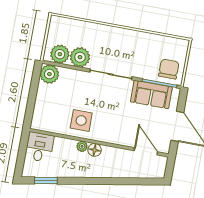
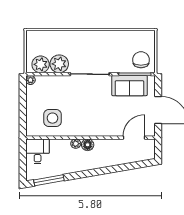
plant: (49, 74) -> (30, 80), width x0.53, depth x0.53
side table: (81, 120) -> (52, 118), moved
door: (146, 151) -> (134, 138), hinge flipped
window: (46, 180) -> (49, 180), width x1.44

